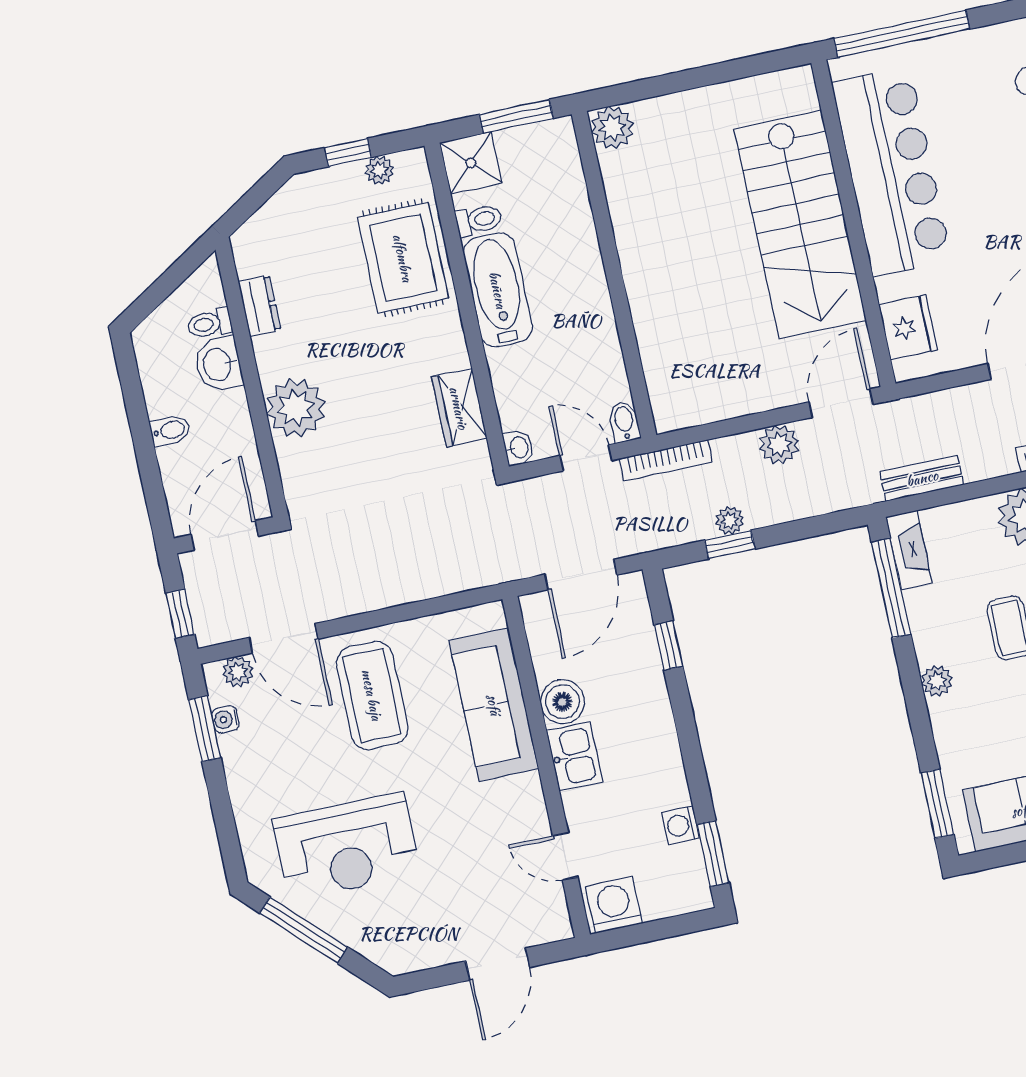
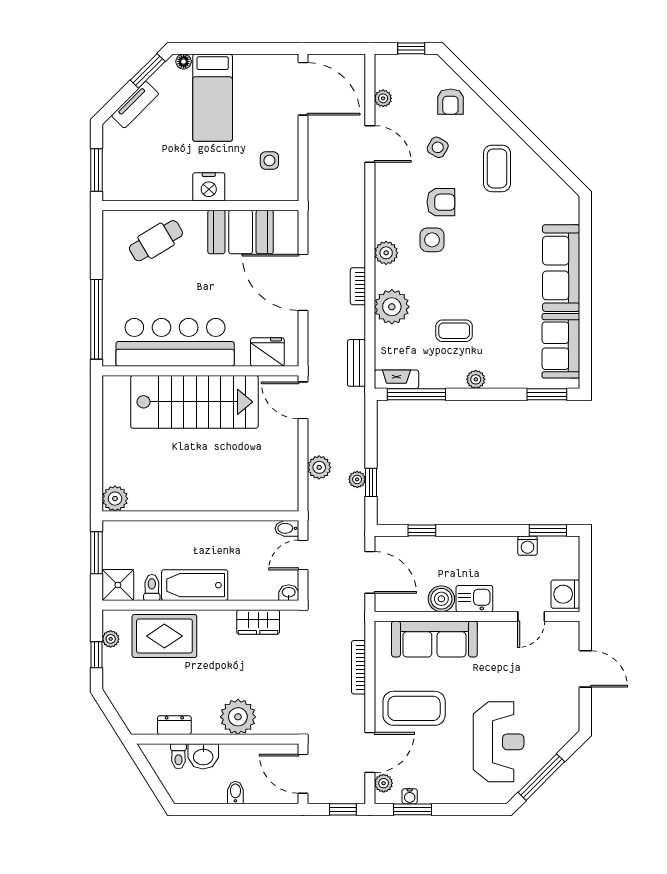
plant: (779, 444) -> (319, 467), moved
bookcase: (666, 460) -> (359, 667), moved, turned 180

